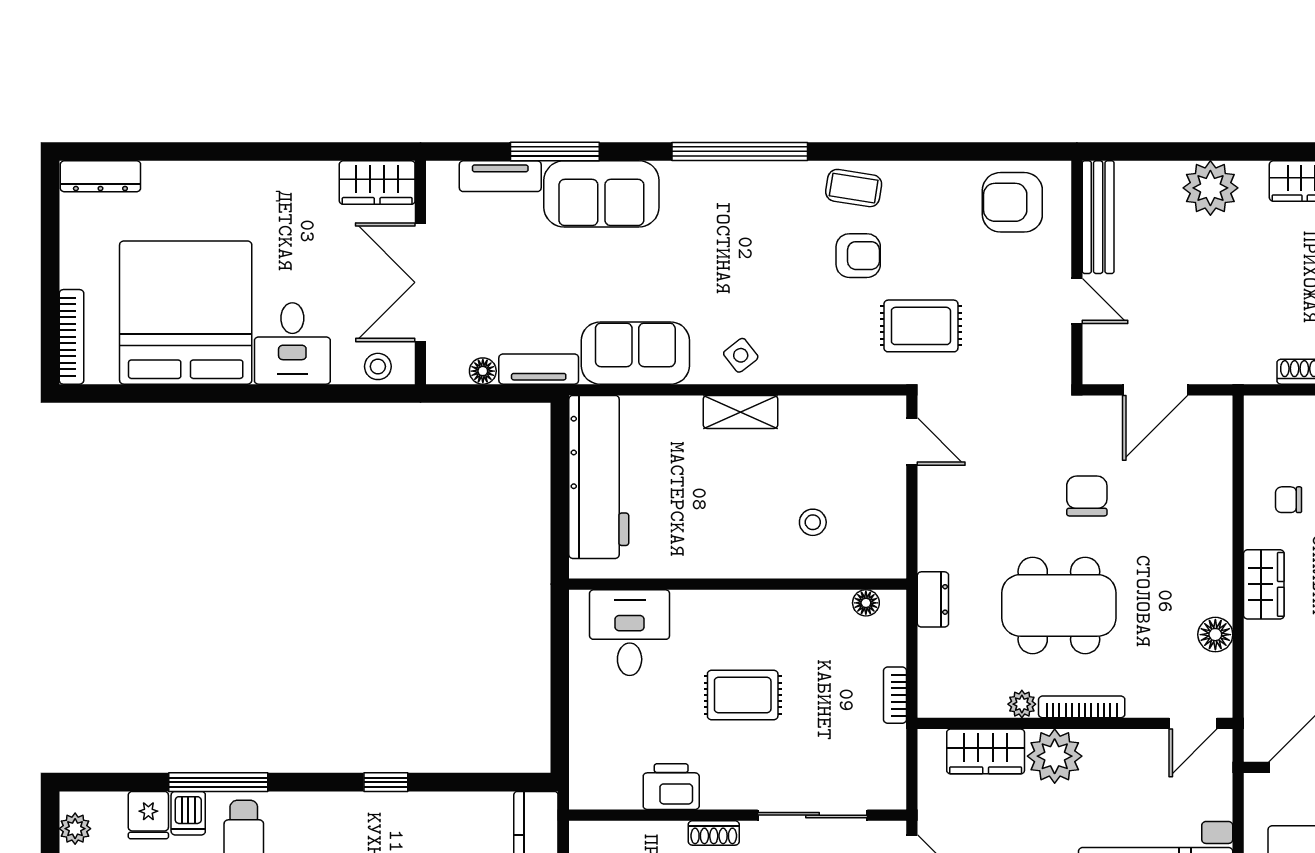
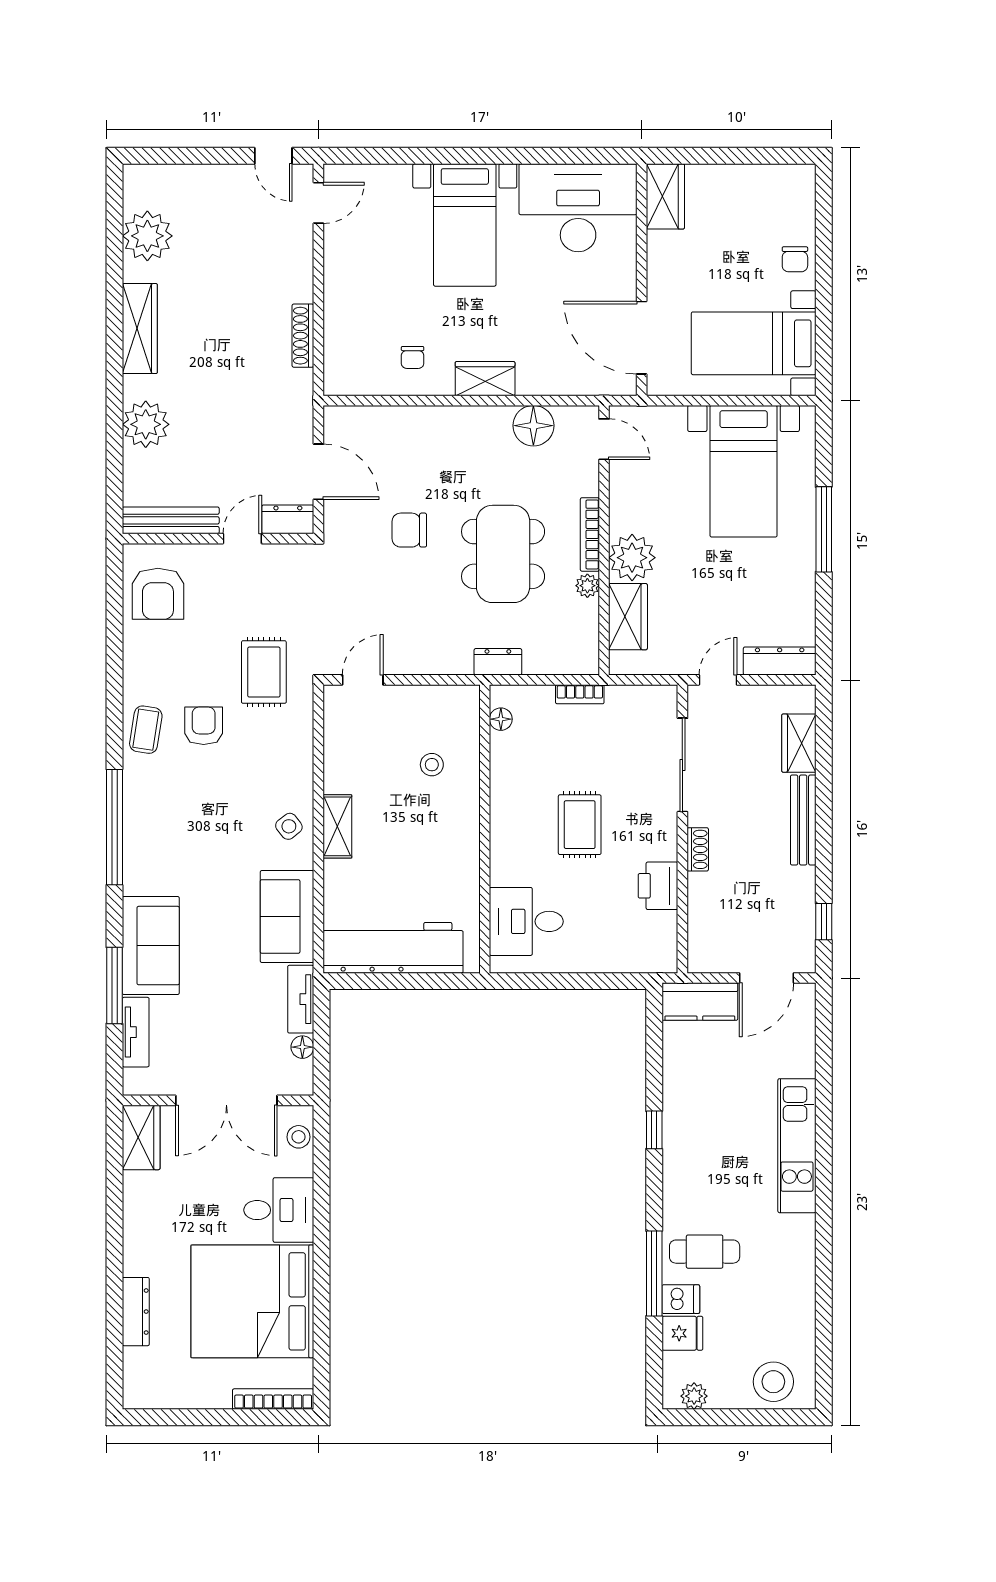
dresser: (100, 176) -> (136, 1312), moved
dresser: (1099, 354) -> (288, 519), added
floor lamp: (1215, 635) -> (533, 426), width x1.38, depth x1.38

